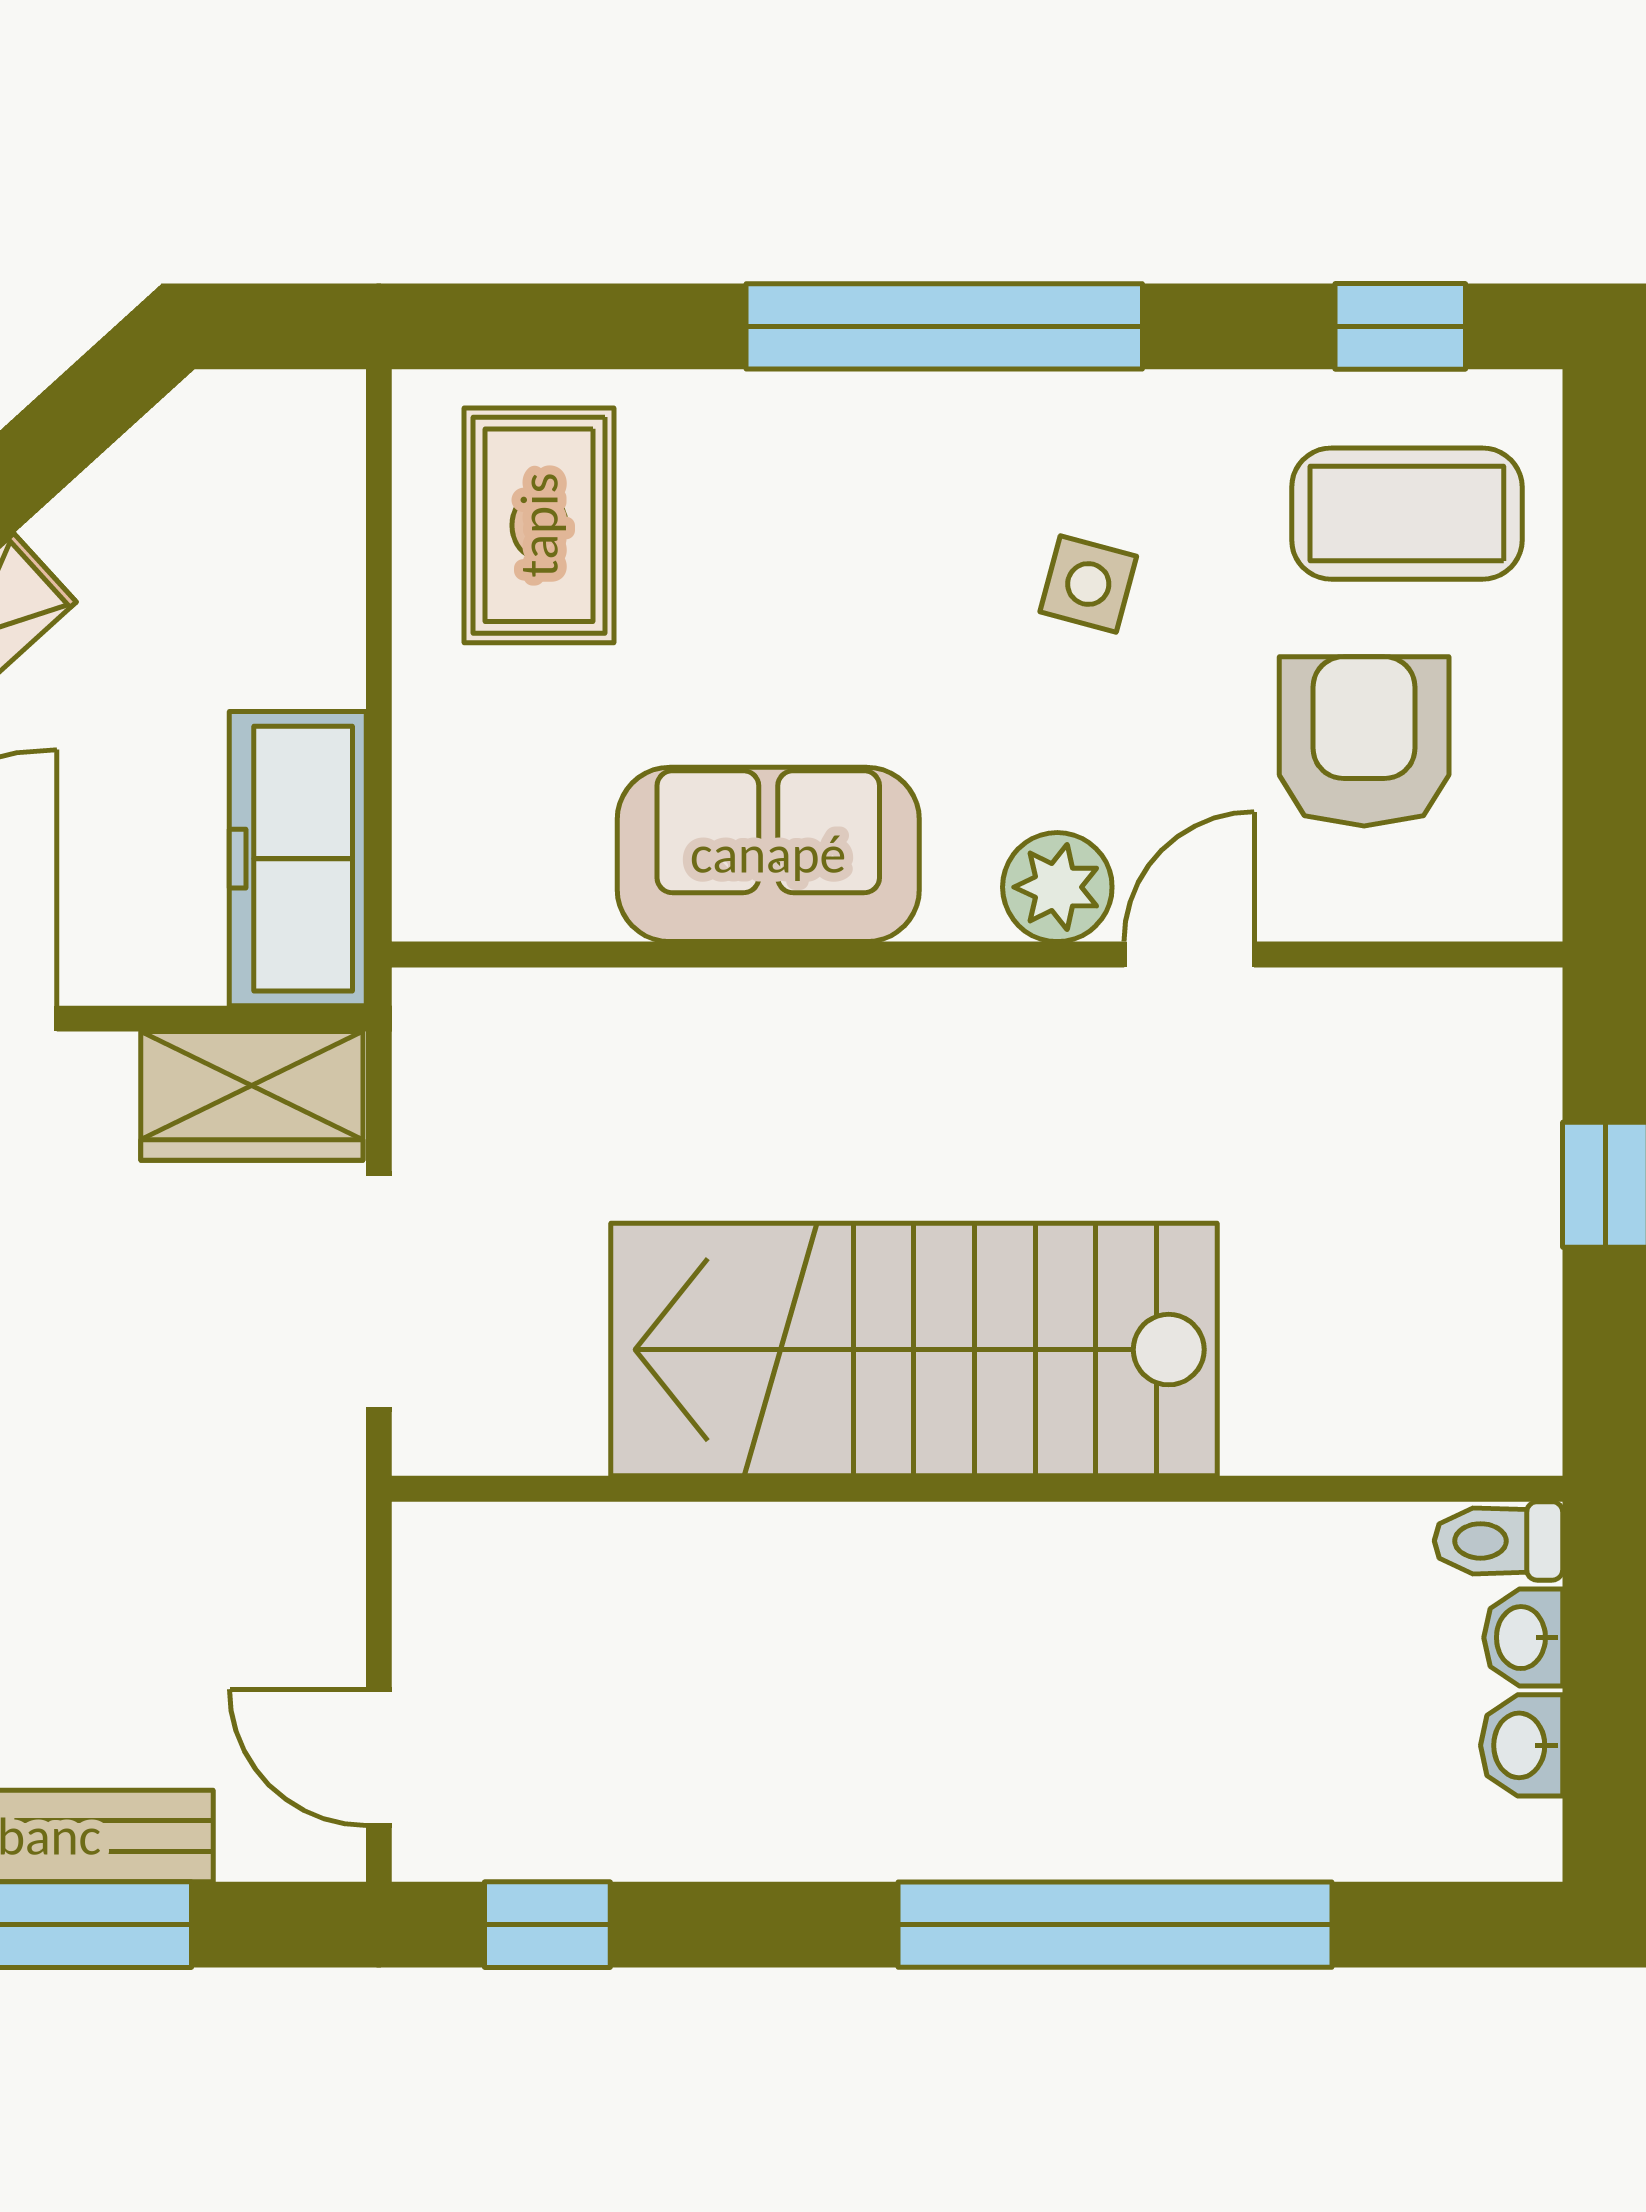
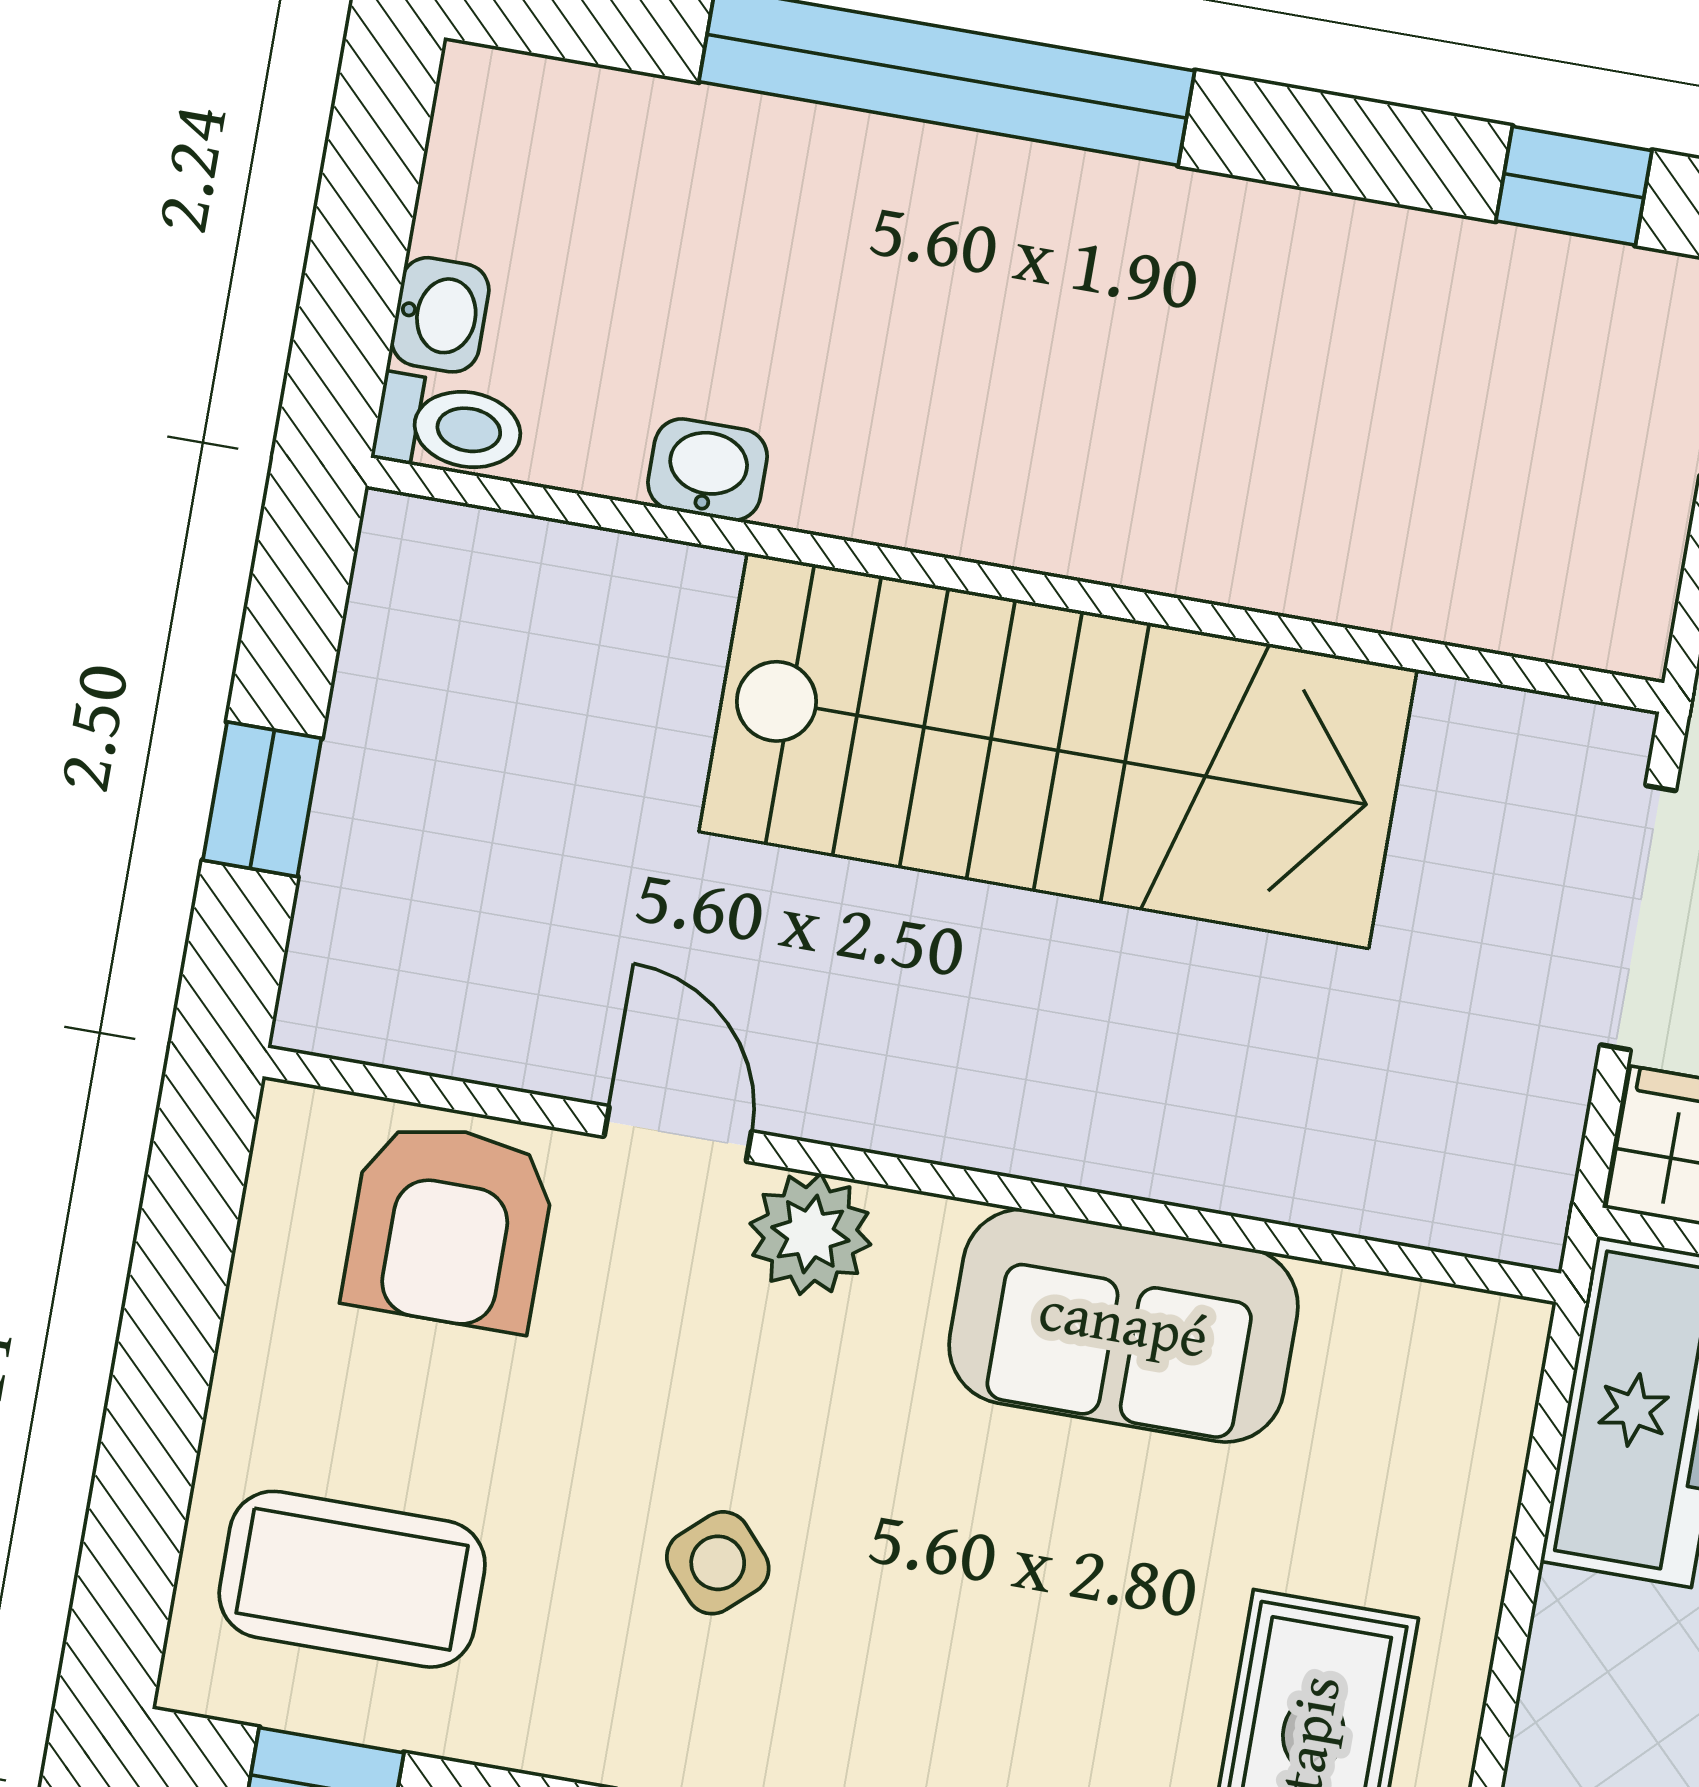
side table: (1088, 584) -> (718, 1563), turned 33
armchair: (1364, 741) -> (449, 1226), moved
door: (1189, 955) -> (678, 1134), swing flipped
washbasin: (1522, 1745) -> (708, 470), moved, turned -90

